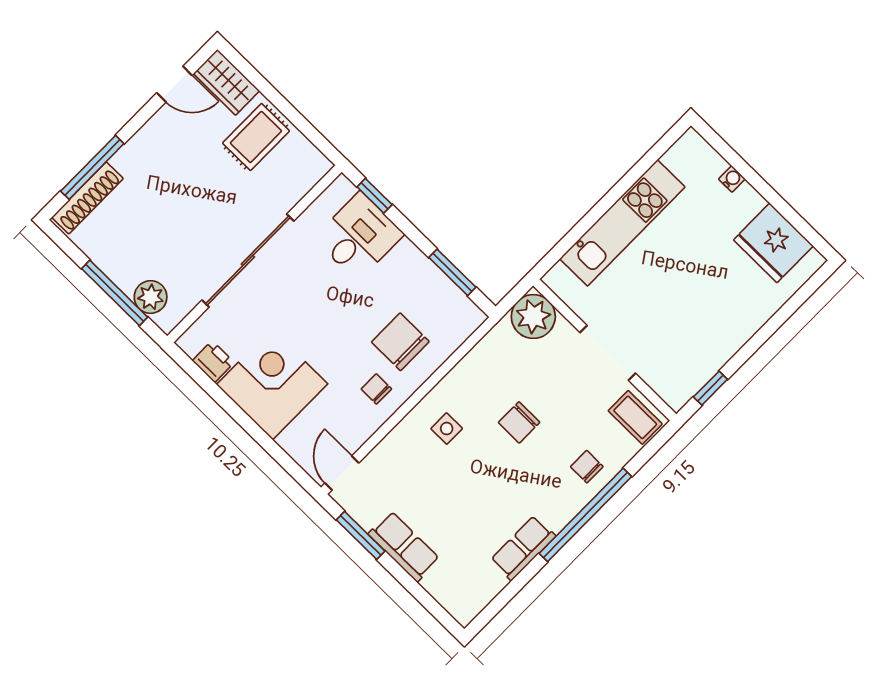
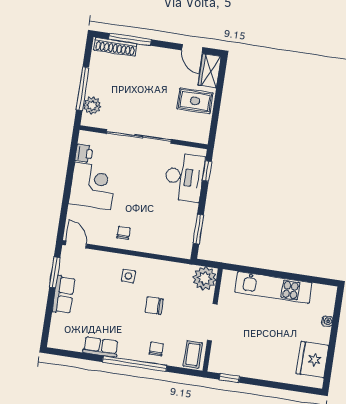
desk: (359, 236) -> (184, 177), width x1.37
chair: (400, 342) -> (152, 228), removed
door: (342, 473) -> (76, 244), hinge flipped

